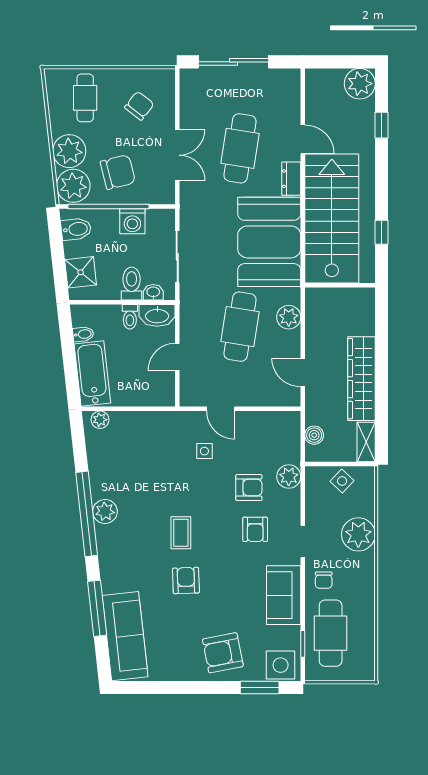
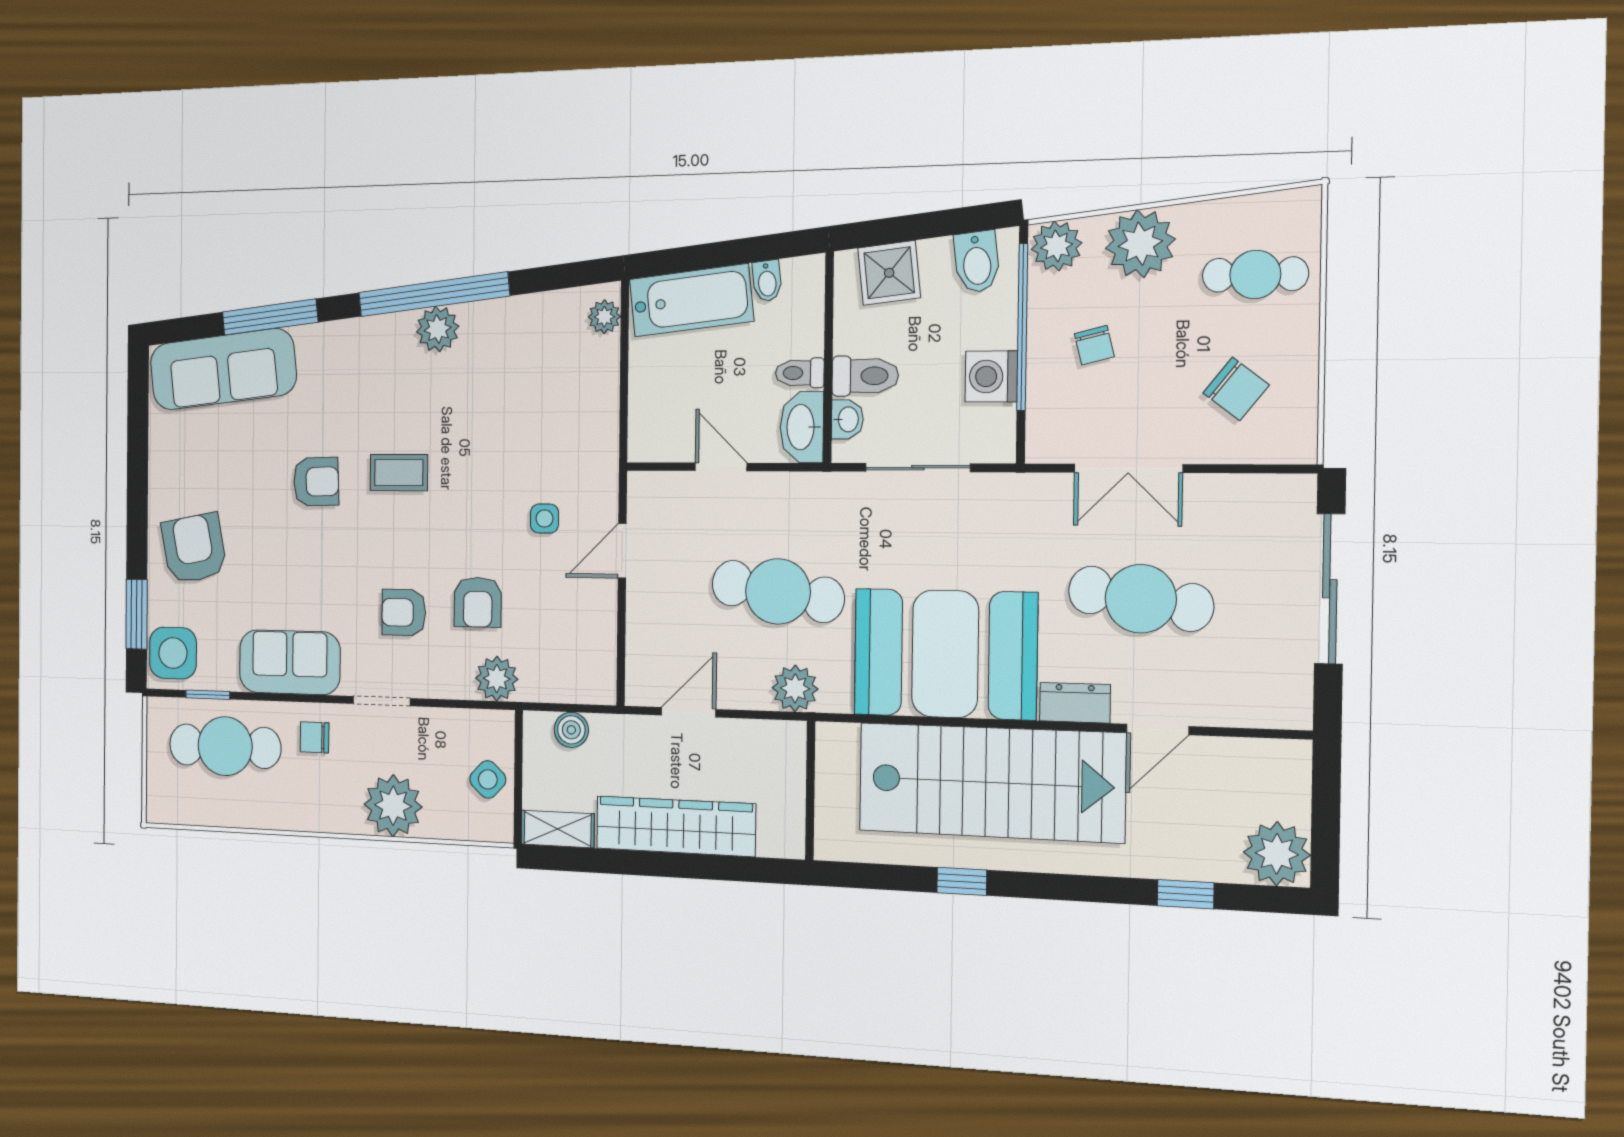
chair: (118, 172) -> (1094, 345), width x0.54, depth x0.54
plant: (73, 186) -> (1057, 246), width x0.73, depth x0.73
wall: (340, 285) -> (810, 791), moved

